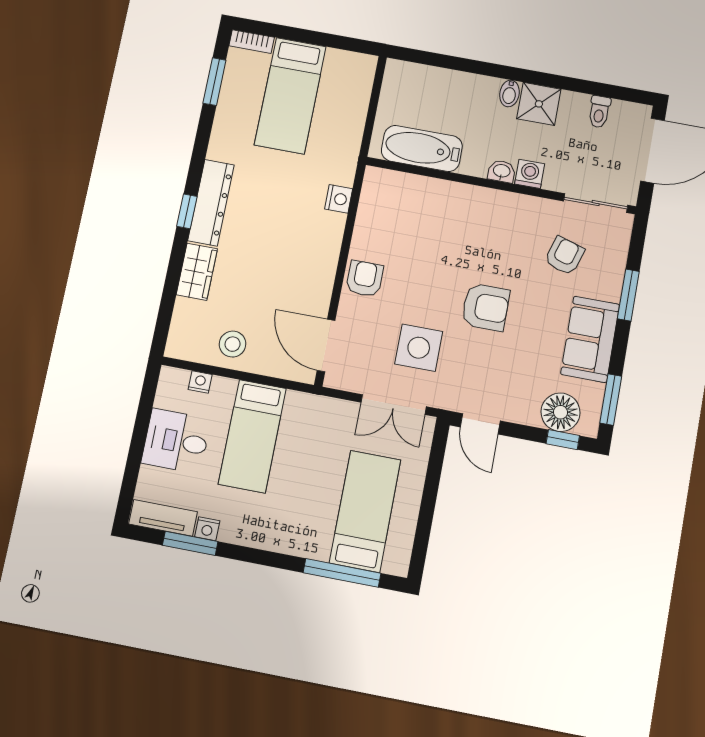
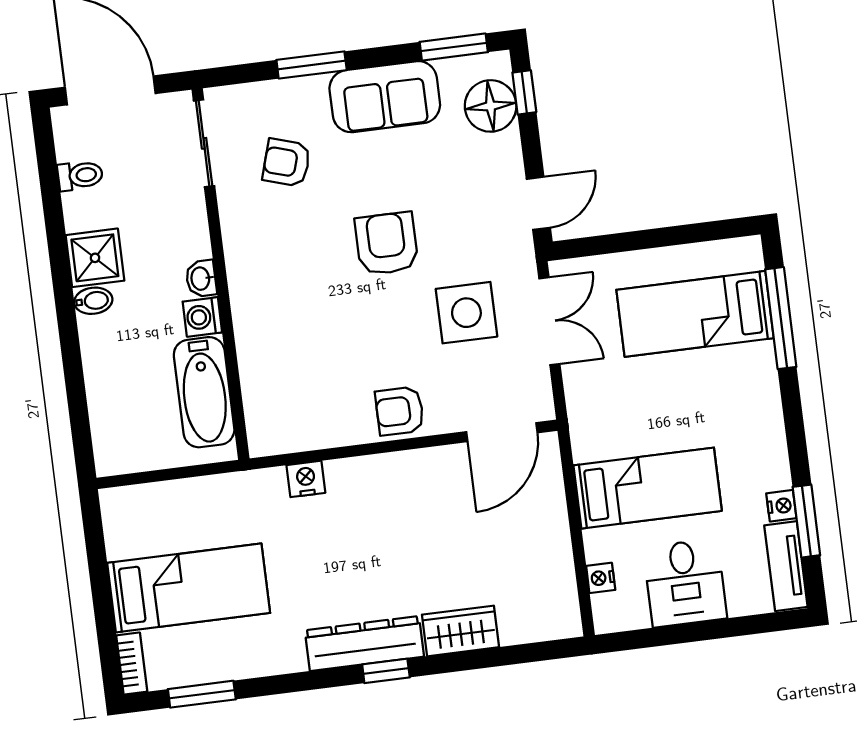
washing machine: (530, 174) -> (202, 317), moved
stool: (233, 344) -> (539, 553), removed

